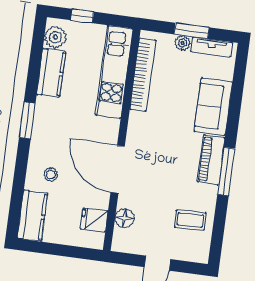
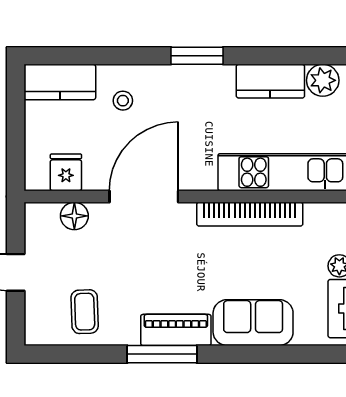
bookcase: (143, 75) -> (250, 214), moved

